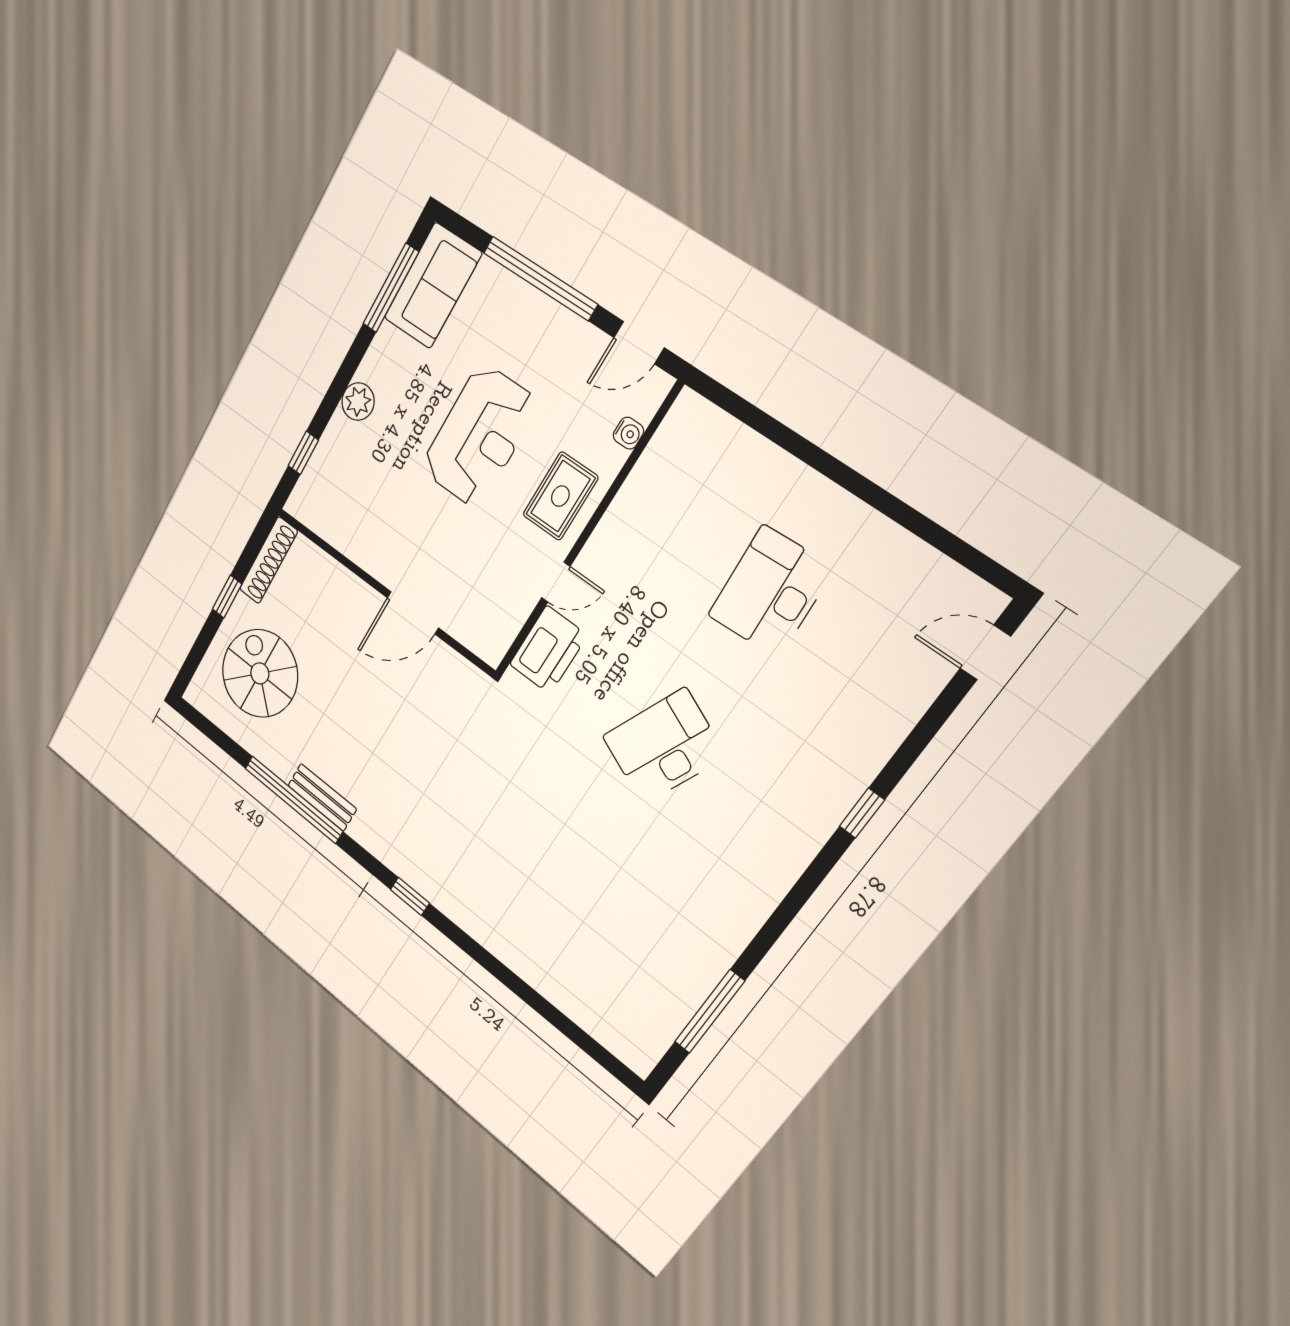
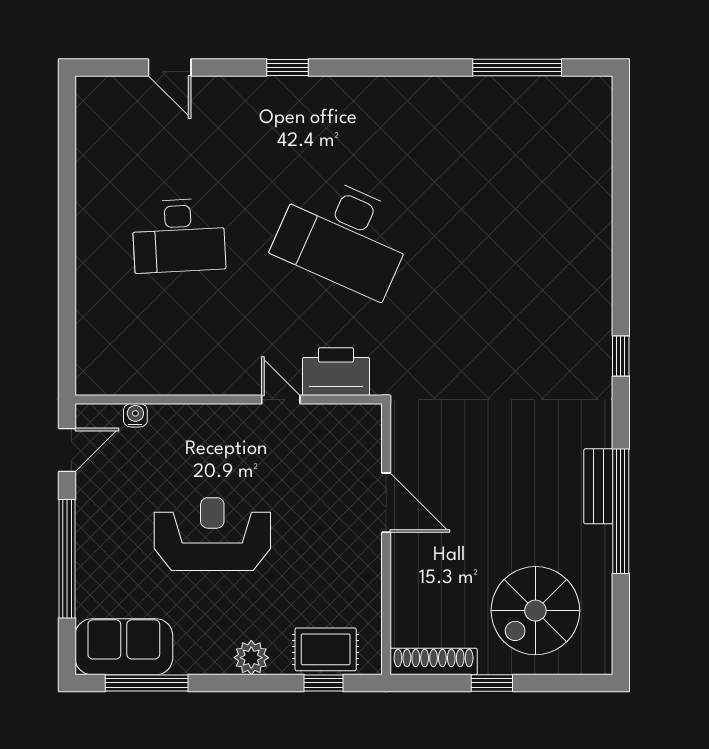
door: (639, 343) -> (67, 450), hinge flipped
rug: (560, 496) -> (326, 649), moved
door: (985, 652) -> (170, 67), moved
desk: (664, 746) -> (344, 236), width x1.36, depth x1.30

